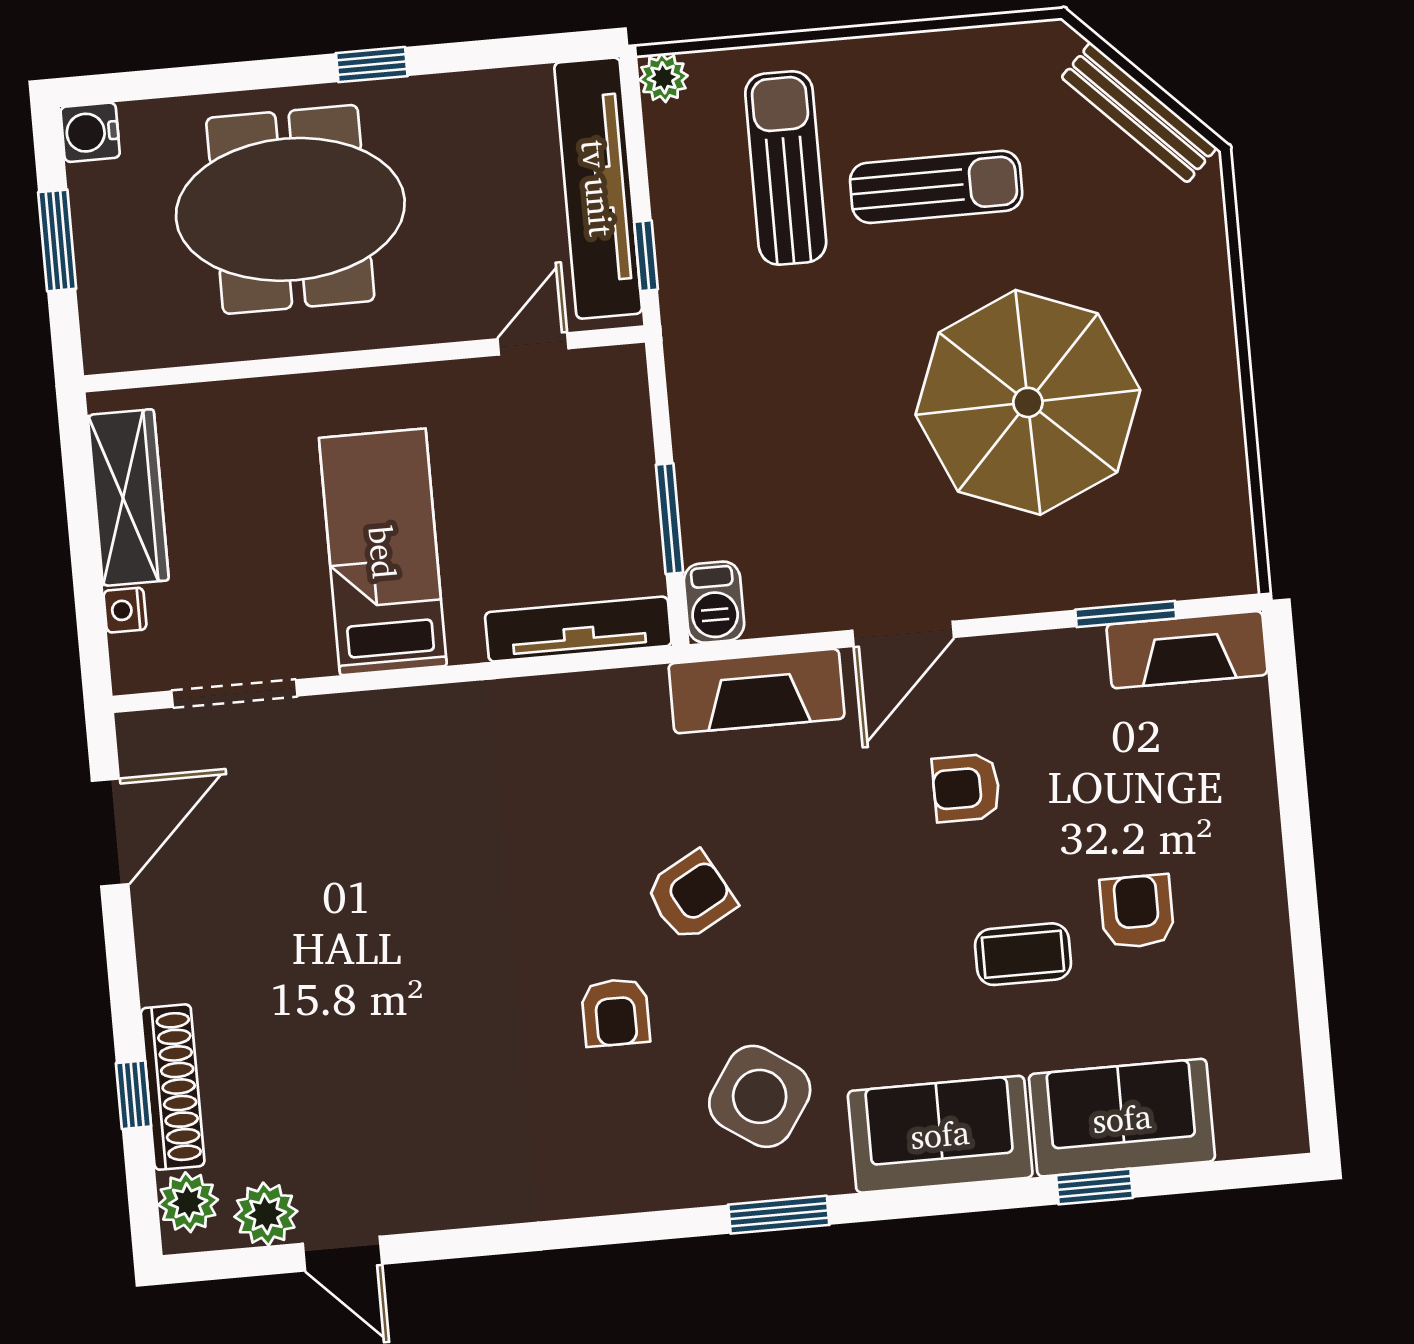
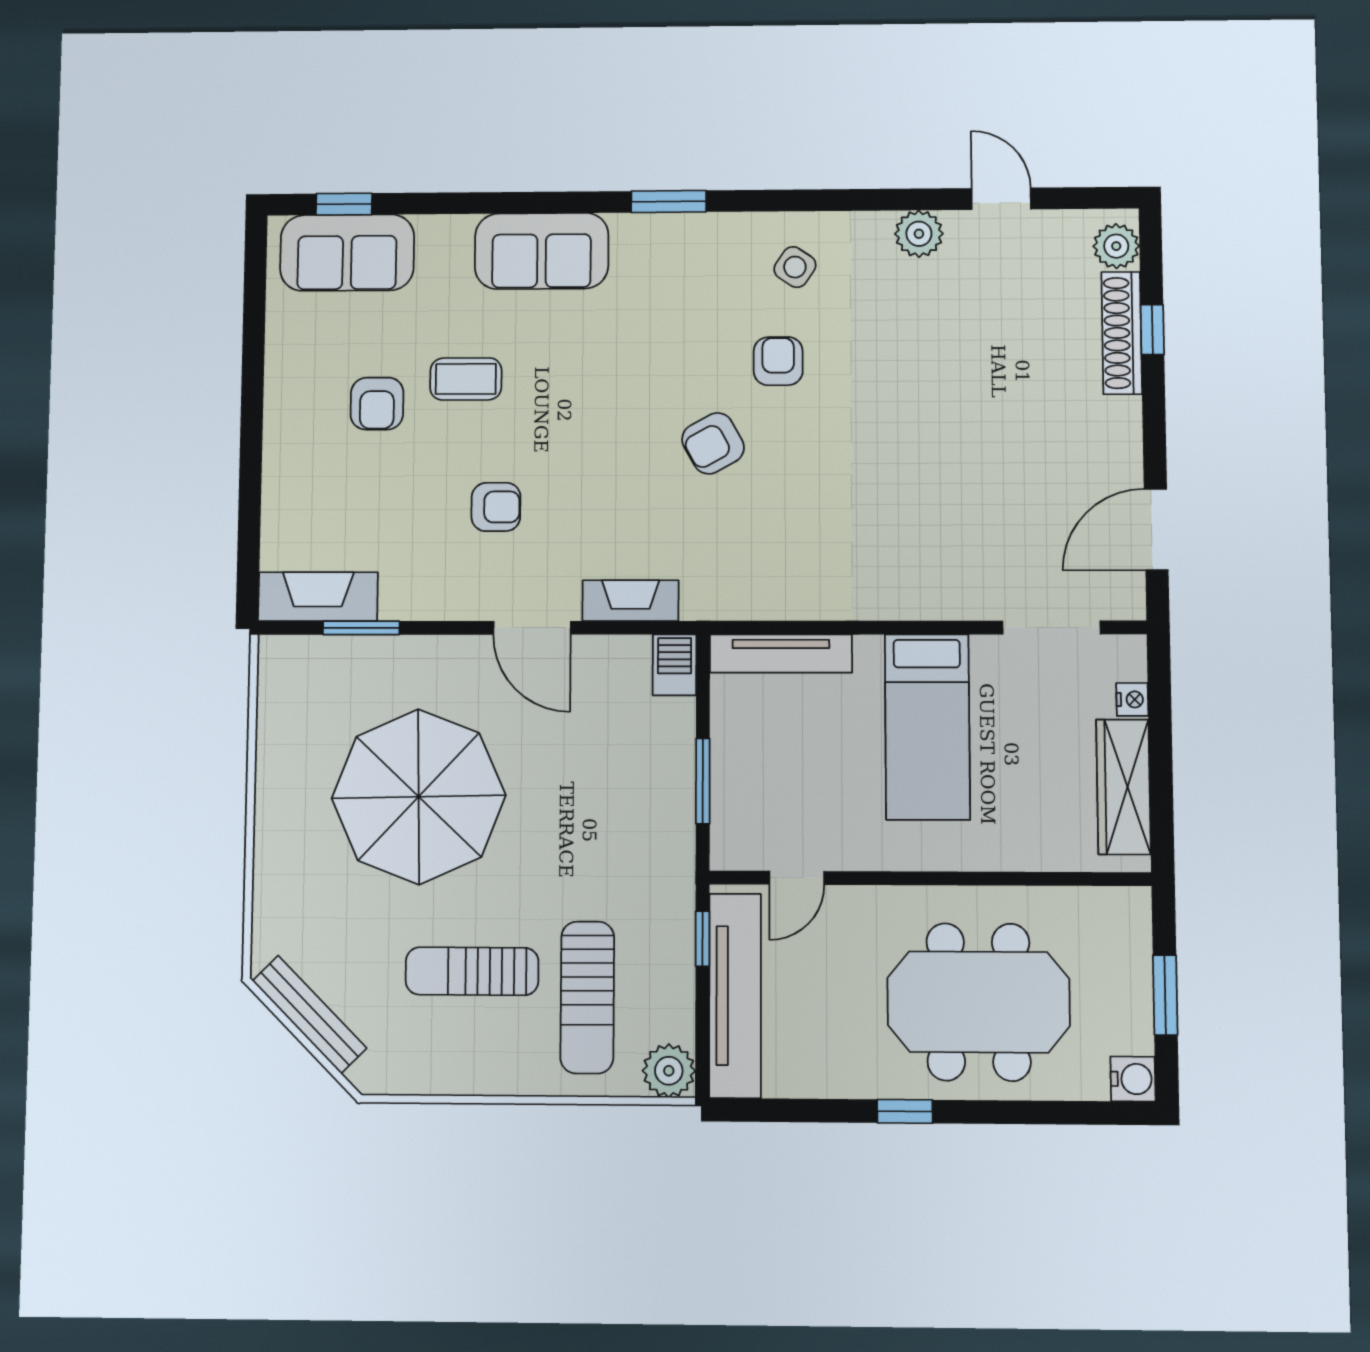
plant: (663, 78) -> (669, 1071), width x1.38, depth x1.38
window: (669, 519) -> (703, 781), moved
door: (903, 634) -> (532, 628), swing flipped
fireplace: (757, 691) -> (630, 601), width x0.73, depth x0.76
side table: (760, 1096) -> (795, 267), moved, width x0.54, depth x0.54
sofa: (1122, 1118) -> (347, 253), moved
window: (1095, 1187) -> (344, 204), moved
plant: (266, 1214) -> (919, 234), moved

